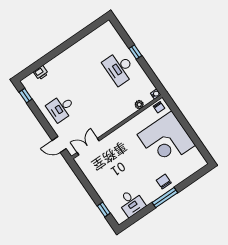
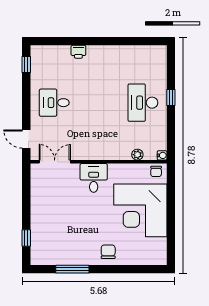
printer: (41, 73) -> (78, 52), moved
window: (165, 198) -> (72, 269), moved
desk: (131, 203) -> (94, 178), moved, turned 180

